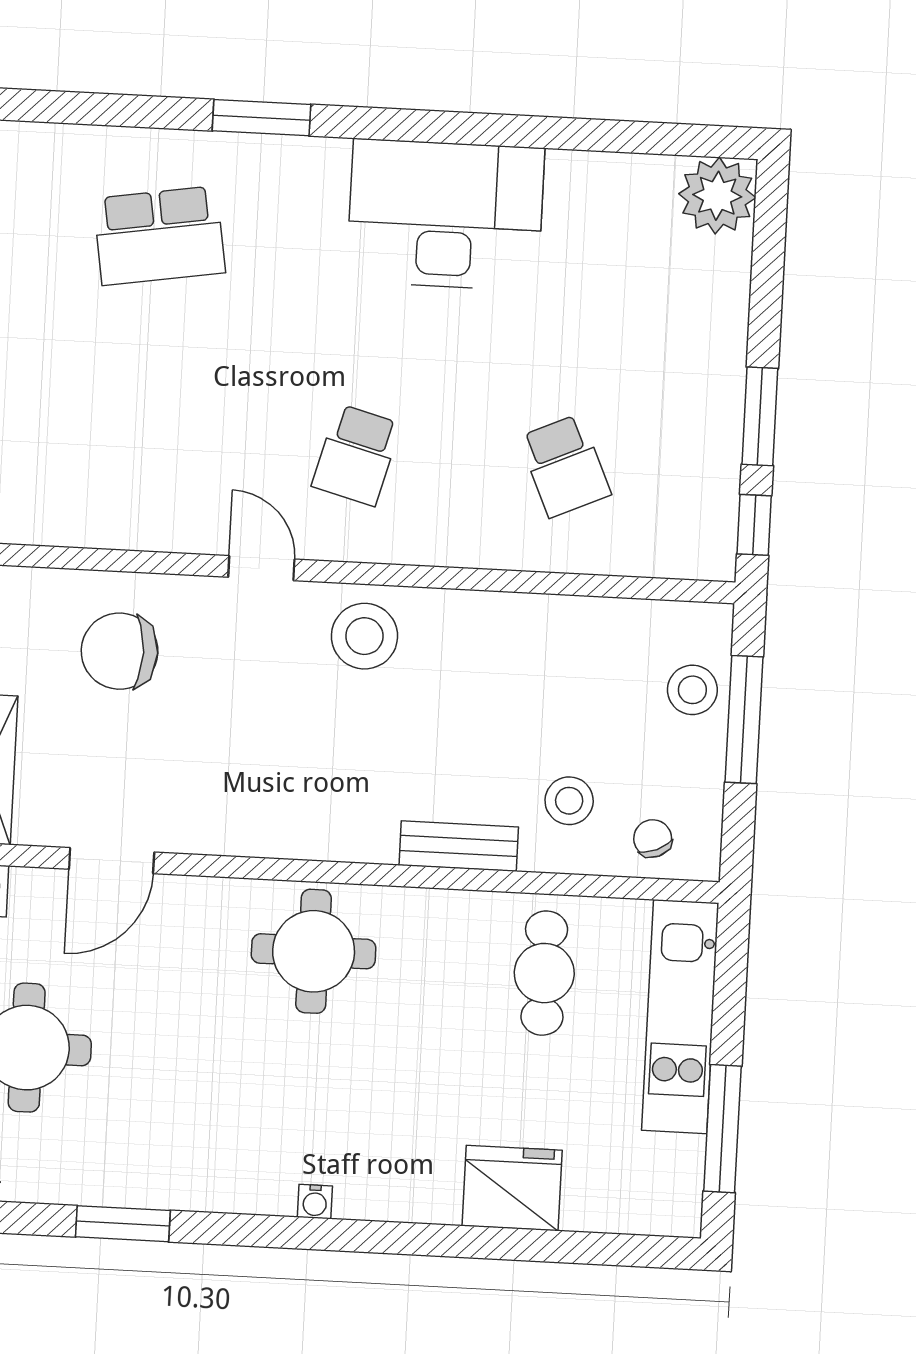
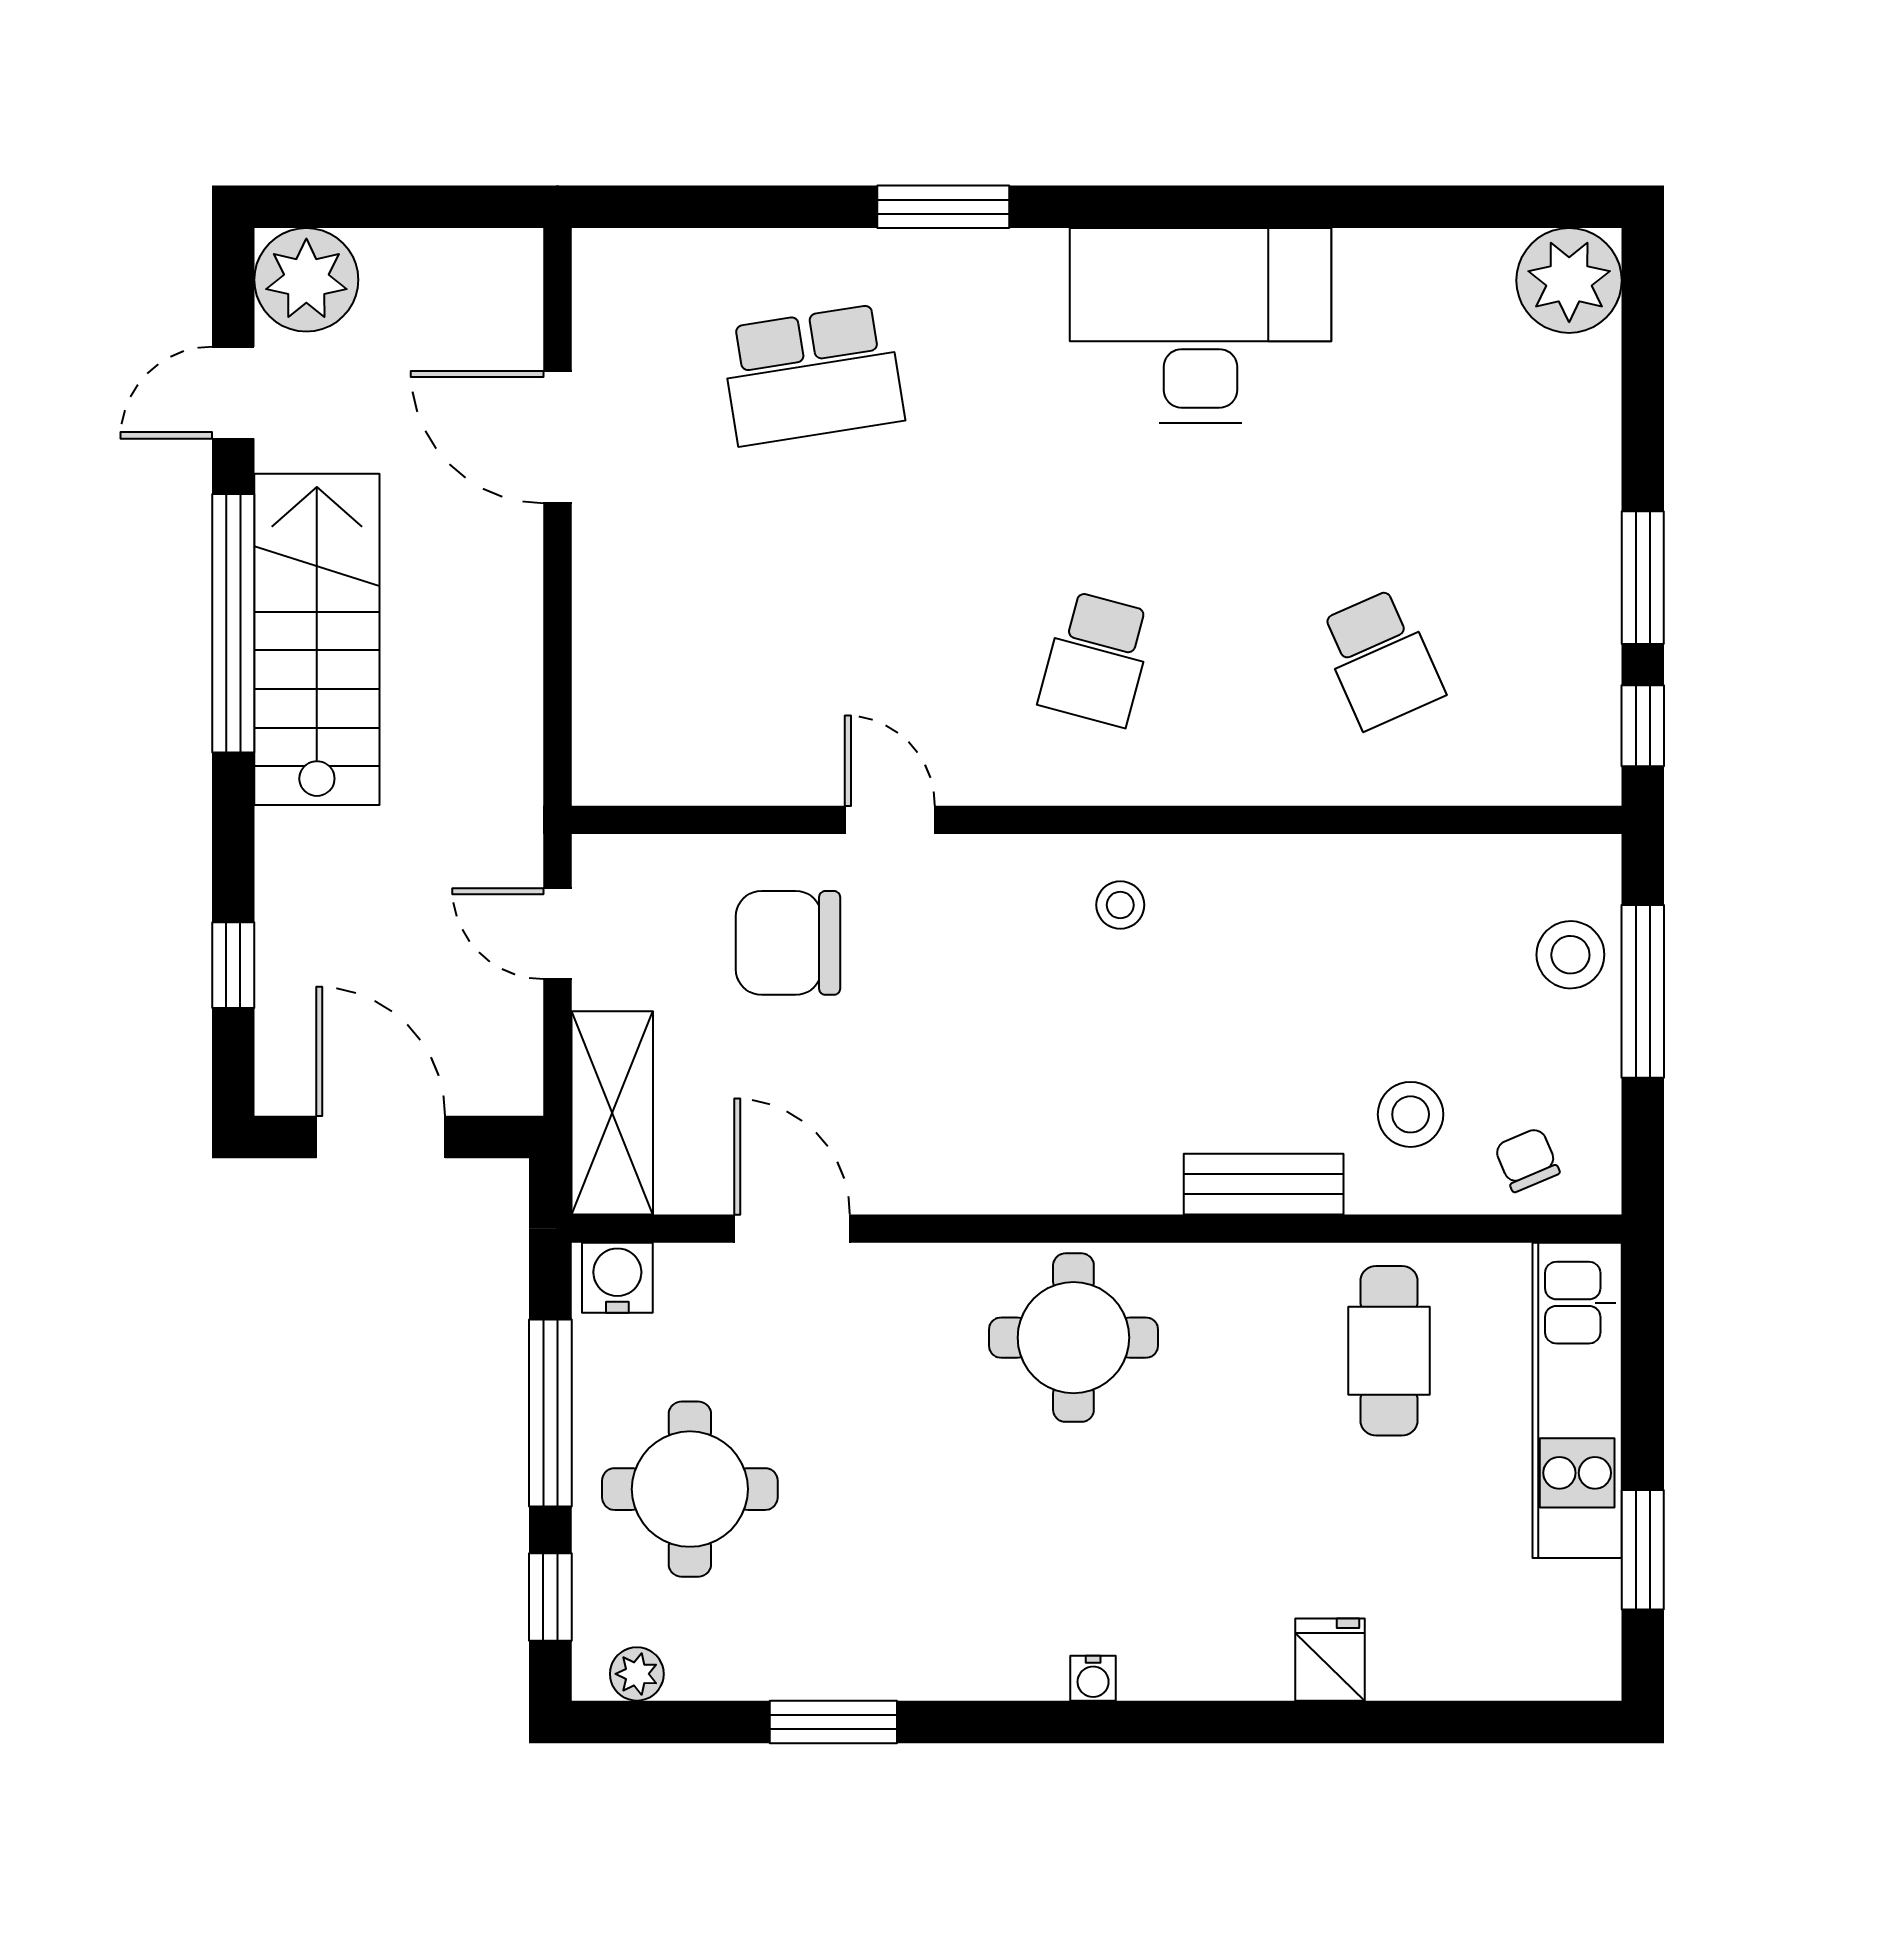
door: (261, 568) -> (890, 820), moved
stool: (364, 636) -> (1120, 905), width x0.53, depth x0.53
door: (112, 861) -> (792, 1229), swing flipped
window: (723, 1129) -> (1643, 1550), width x0.69
fridge: (512, 1188) -> (1330, 1660), width x0.53, depth x0.75

